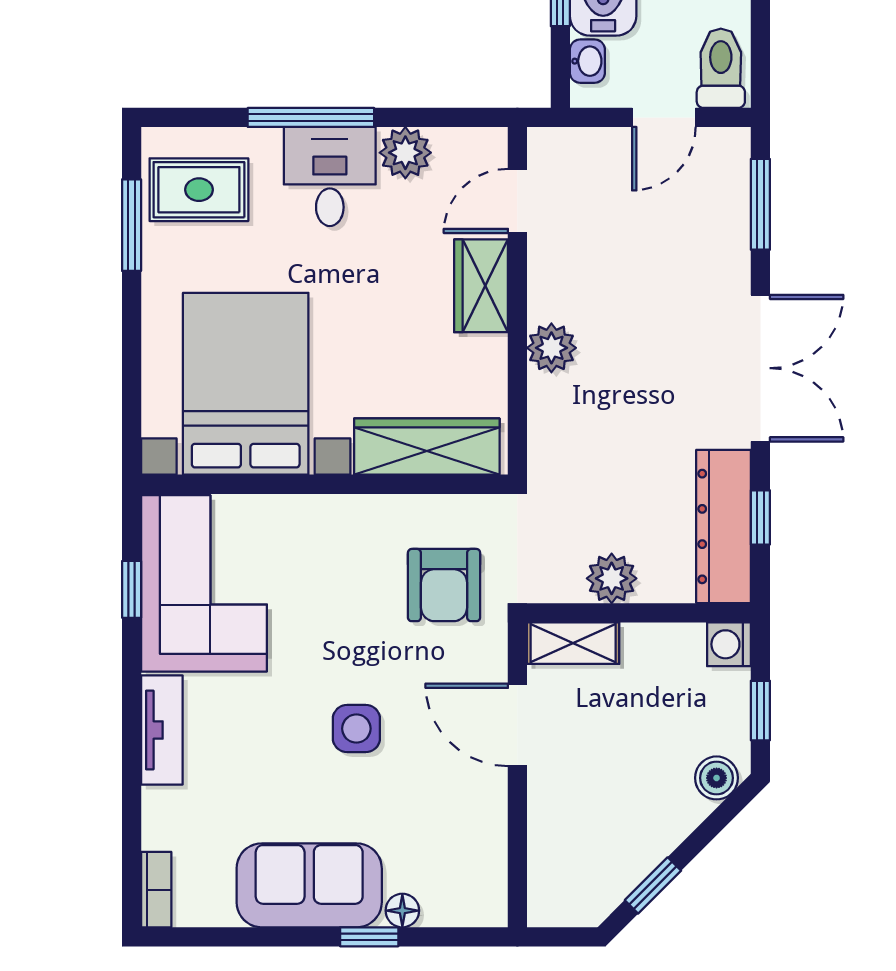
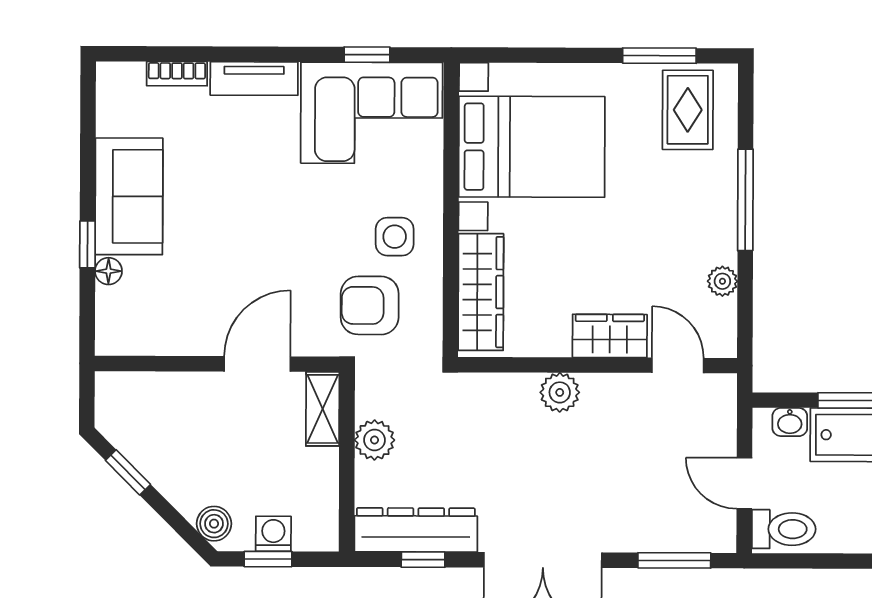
plant: (405, 153) -> (722, 281), width x0.73, depth x0.73
desk: (330, 176) -> (698, 215), removed
washing machine: (729, 644) -> (273, 534), moved
side table: (356, 729) -> (395, 237), moved
bookcase: (156, 890) -> (177, 74), moved

